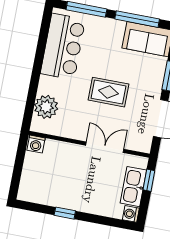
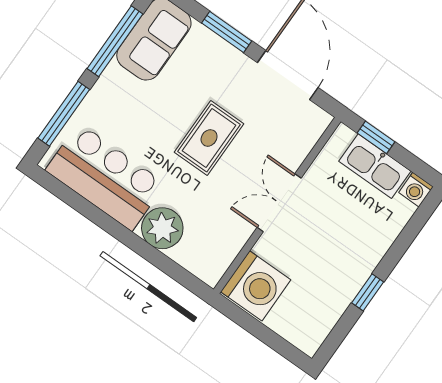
plant: (46, 107) -> (162, 228), moved
washing machine: (36, 144) -> (256, 286), width x1.89, depth x1.89
double door: (105, 147) -> (279, 203), moved

